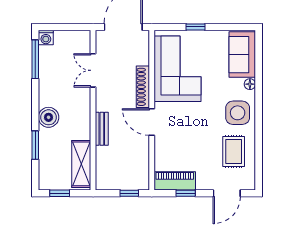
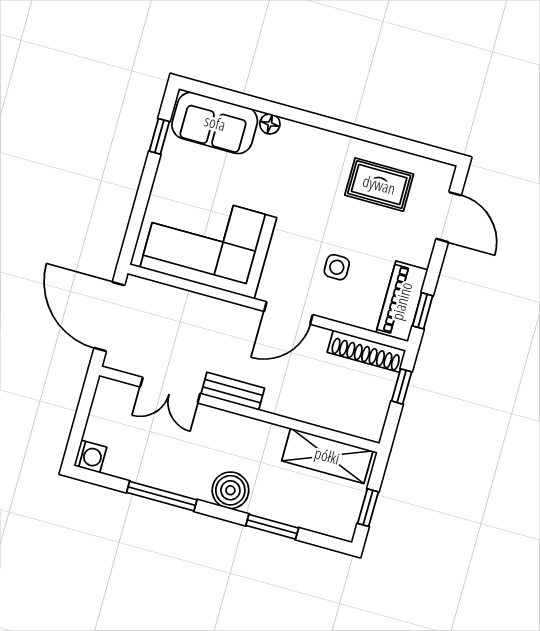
window: (196, 27) -> (159, 136), moved
window: (35, 59) -> (162, 496), moved
shoe rack: (143, 87) -> (366, 351), moved
side table: (238, 113) -> (337, 267), moved, width x0.54, depth x0.54
bench: (102, 129) -> (233, 391), moved
window: (186, 193) -> (423, 311), moved

